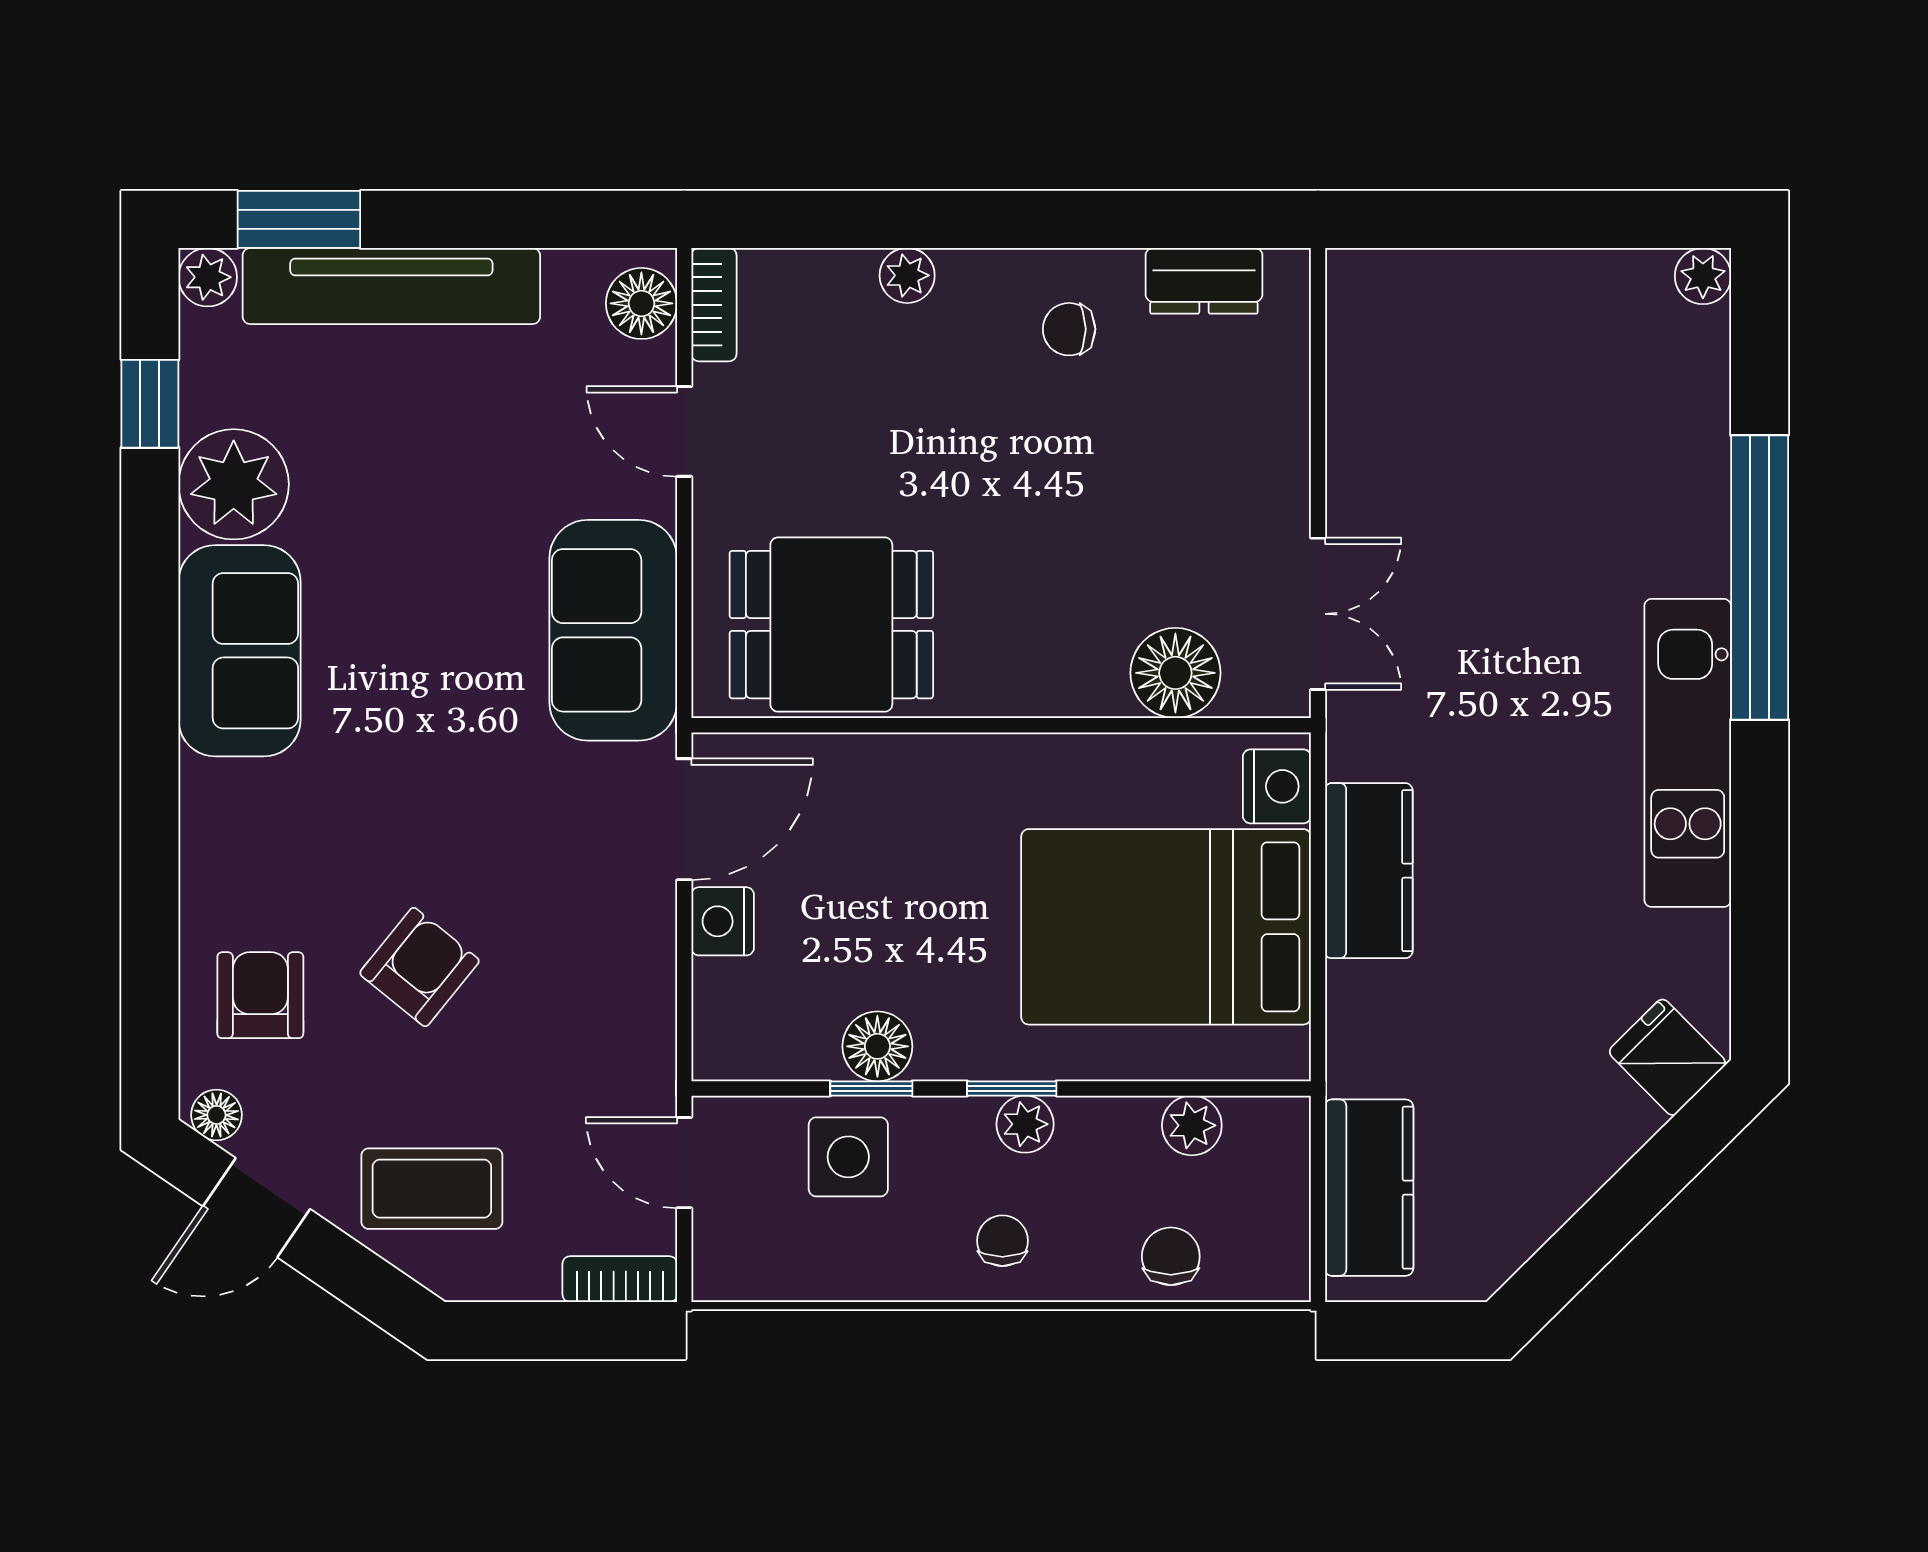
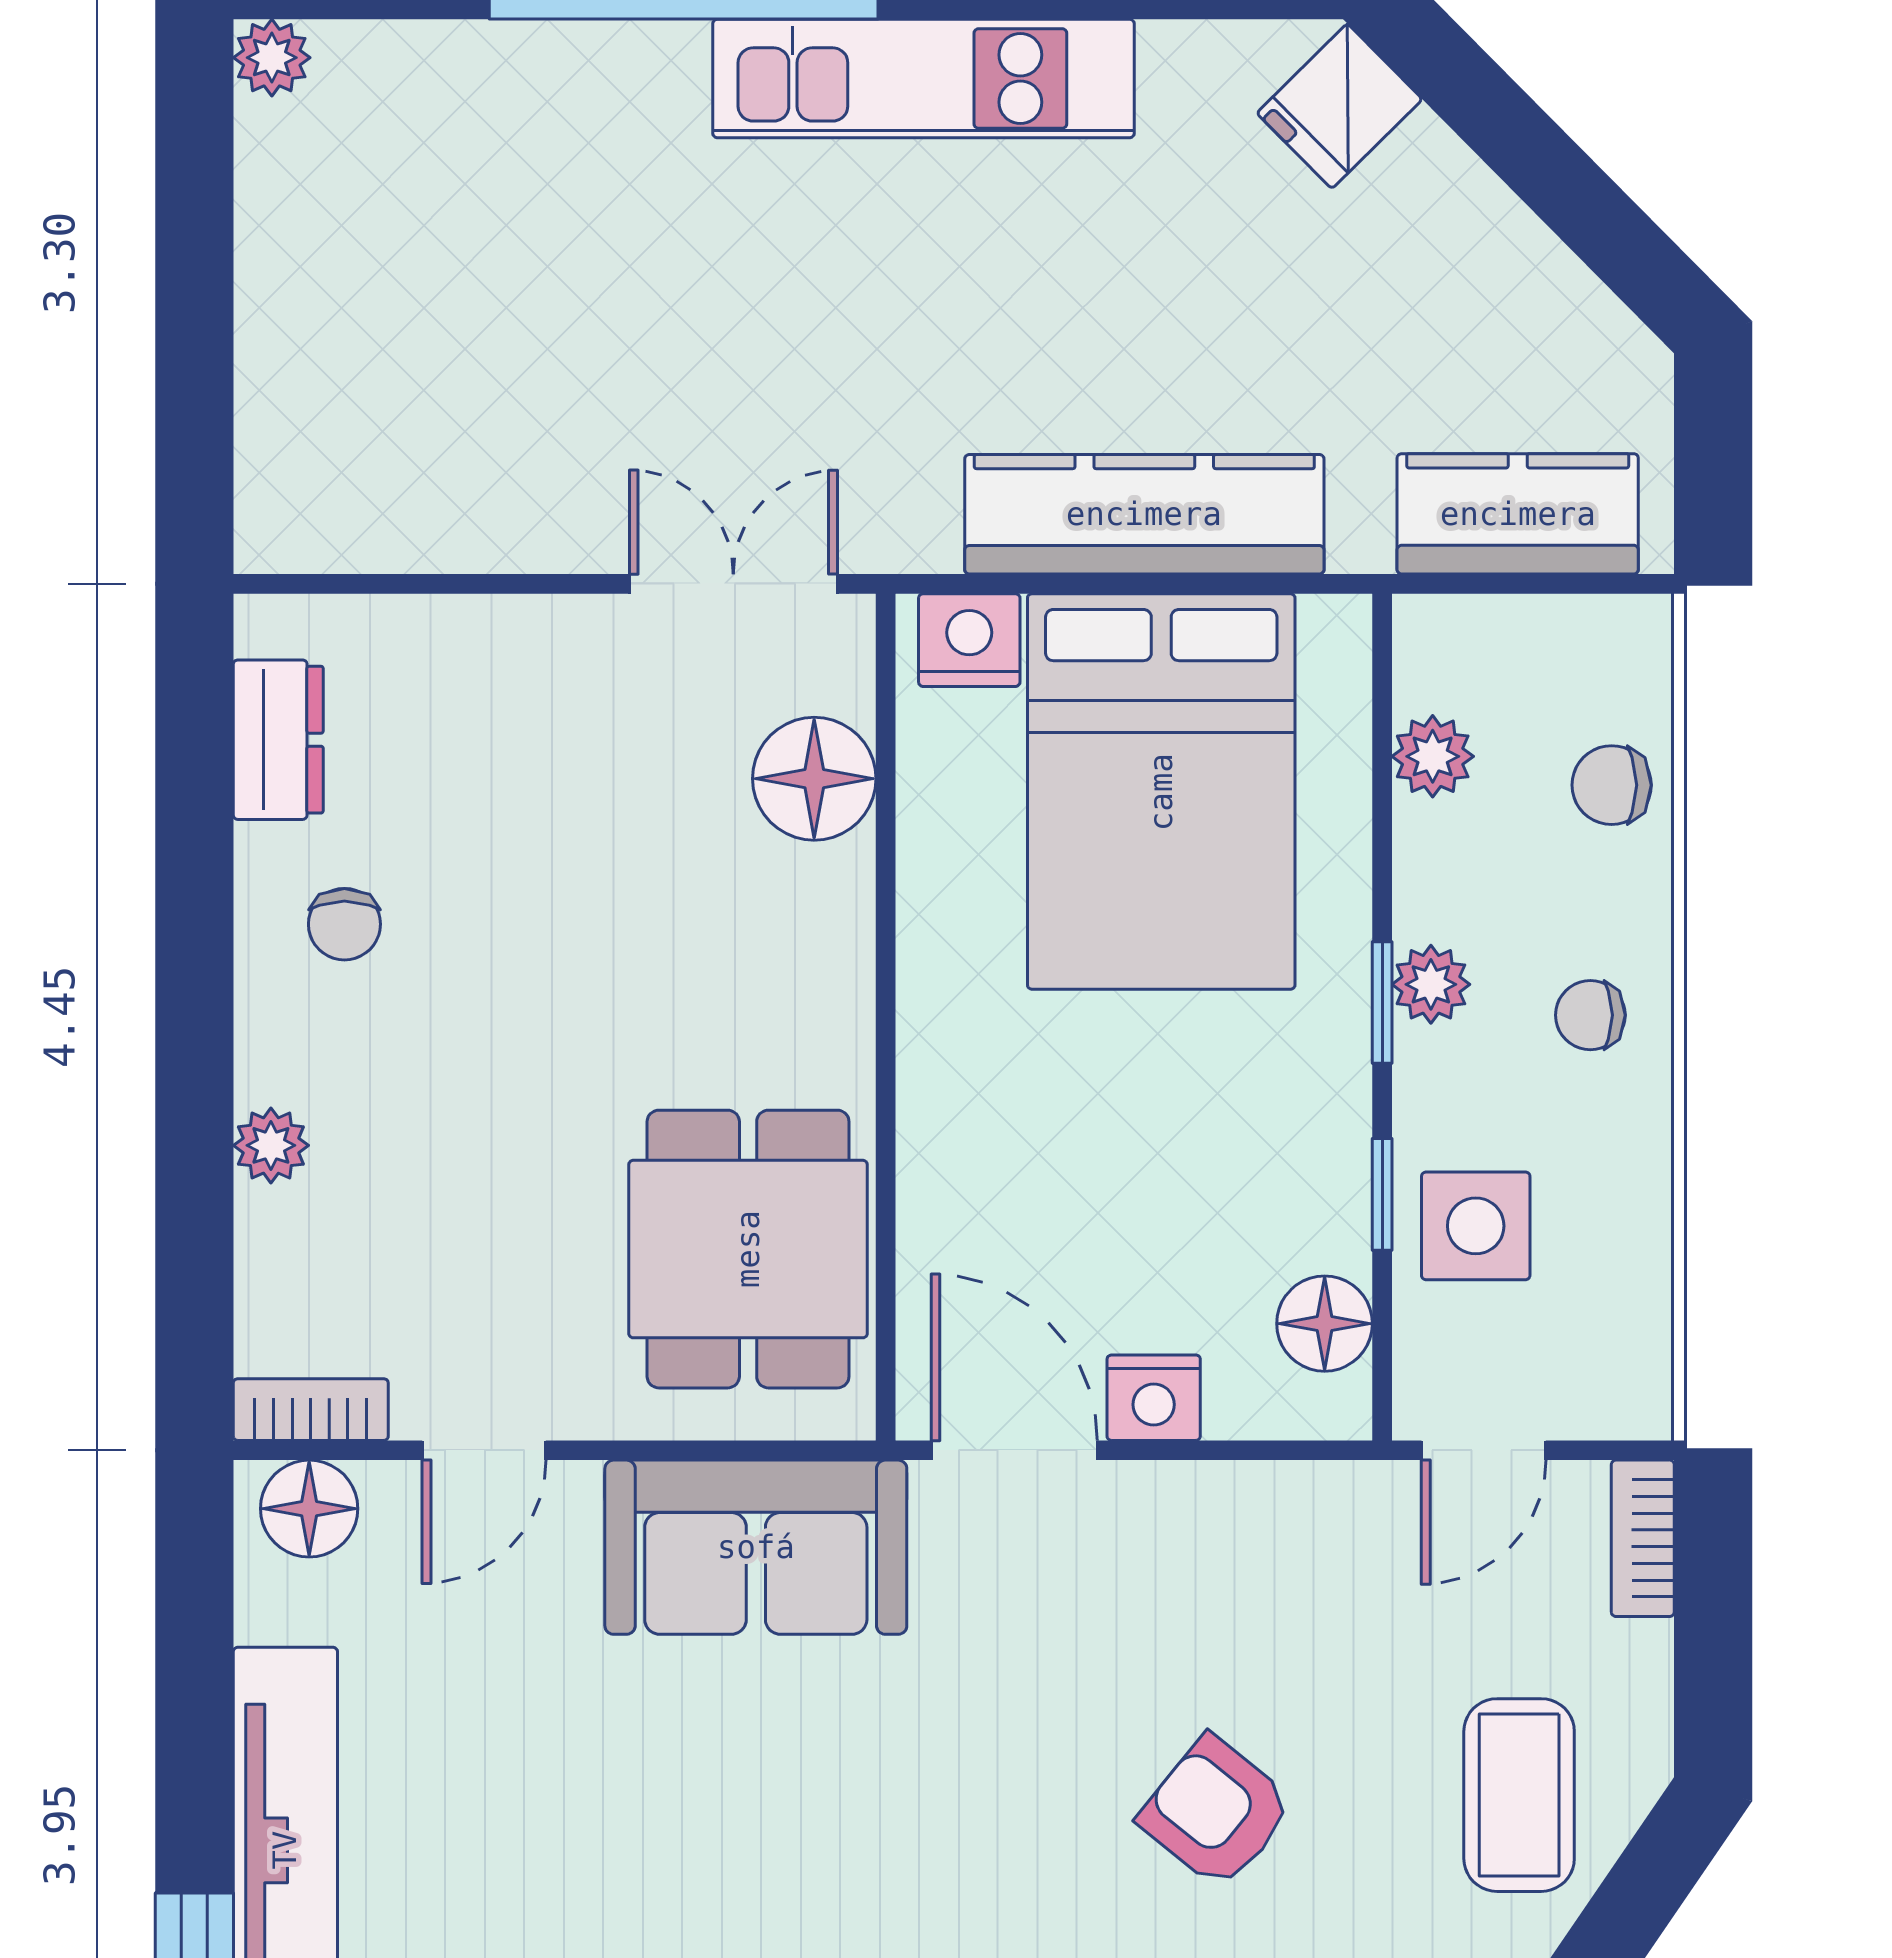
kitchen counter: (1369, 871) -> (1144, 514), width x1.50
floor lamp: (877, 1046) -> (1325, 1324), moved

